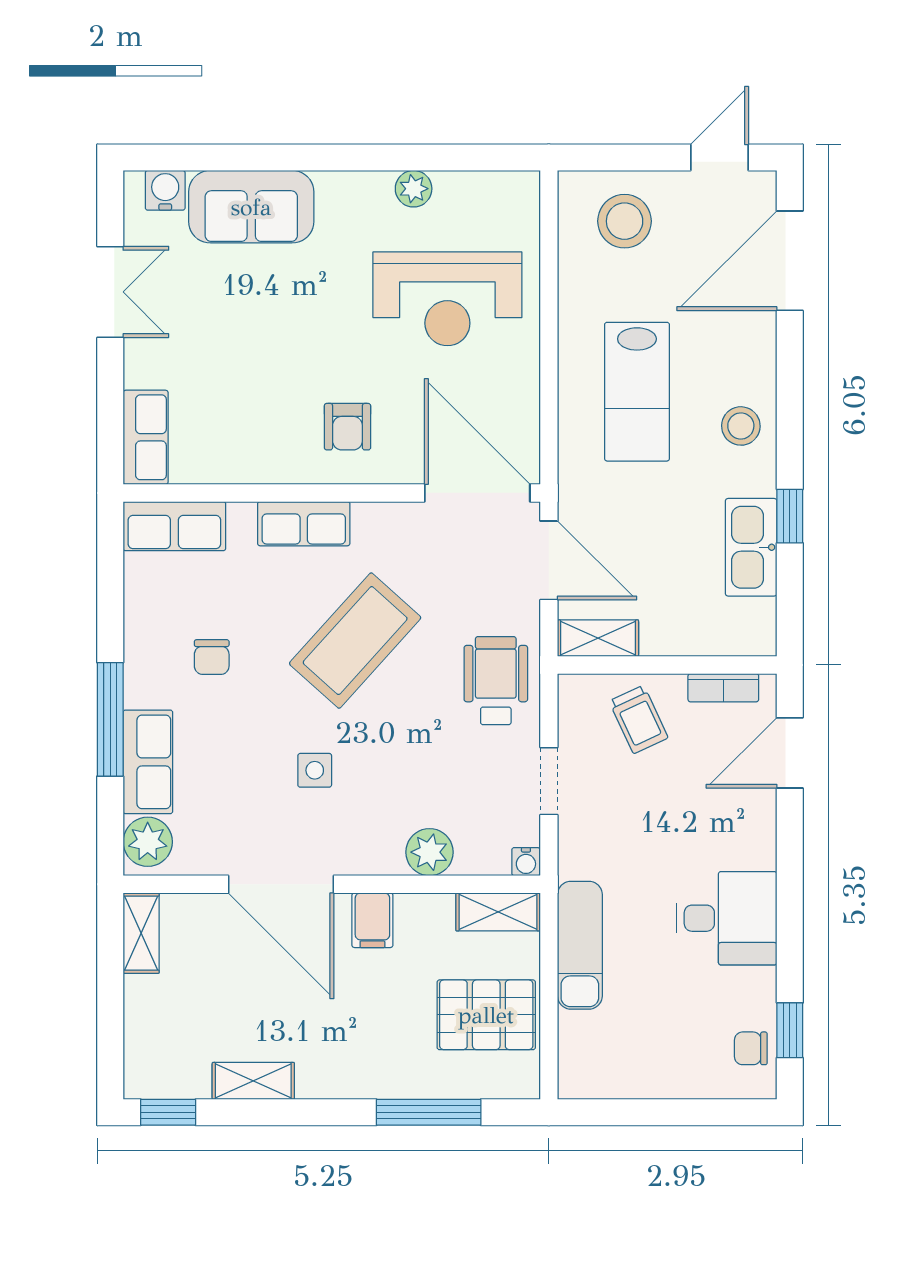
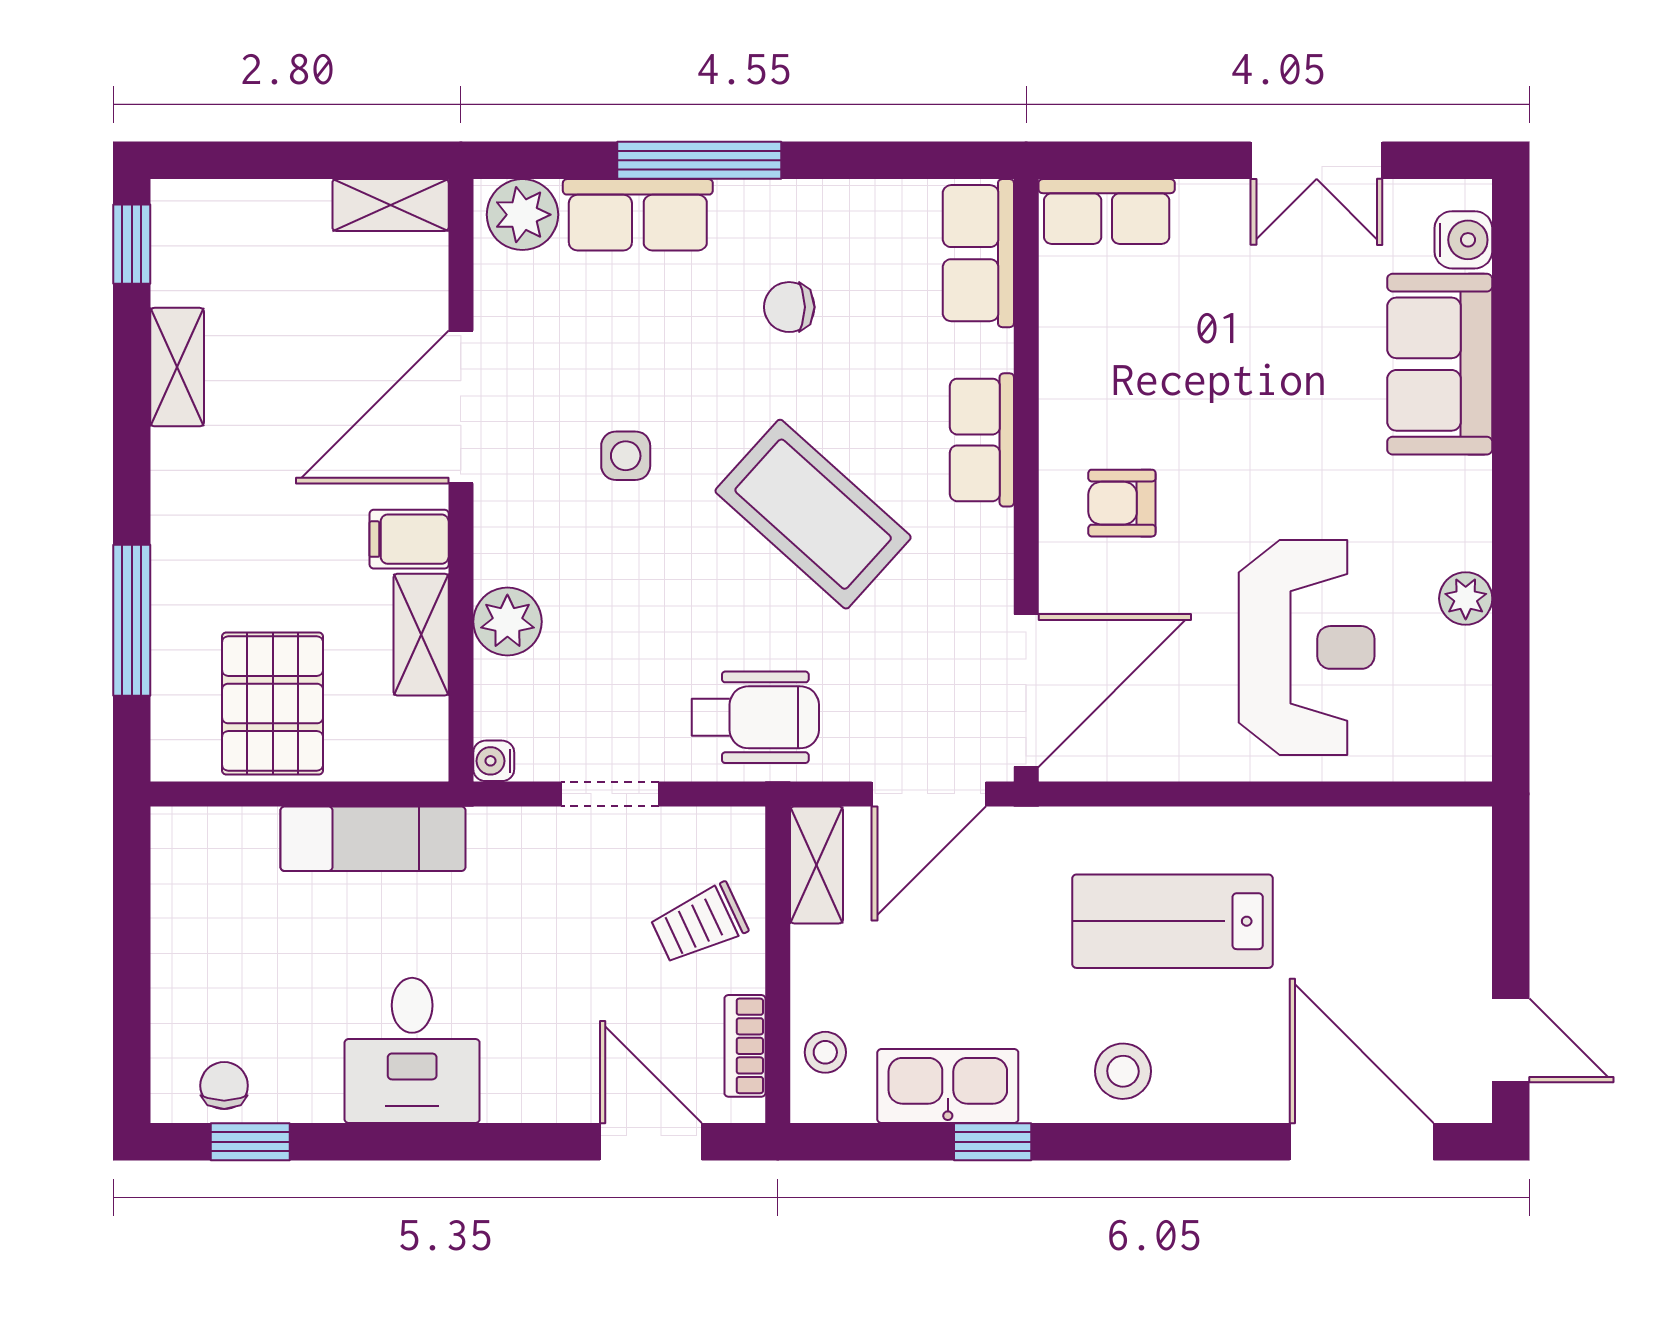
stool: (625, 221) -> (825, 1052), moved, width x0.53, depth x0.53
reception desk: (447, 299) -> (1307, 647), turned 180
shelving: (498, 912) -> (421, 635), moved

